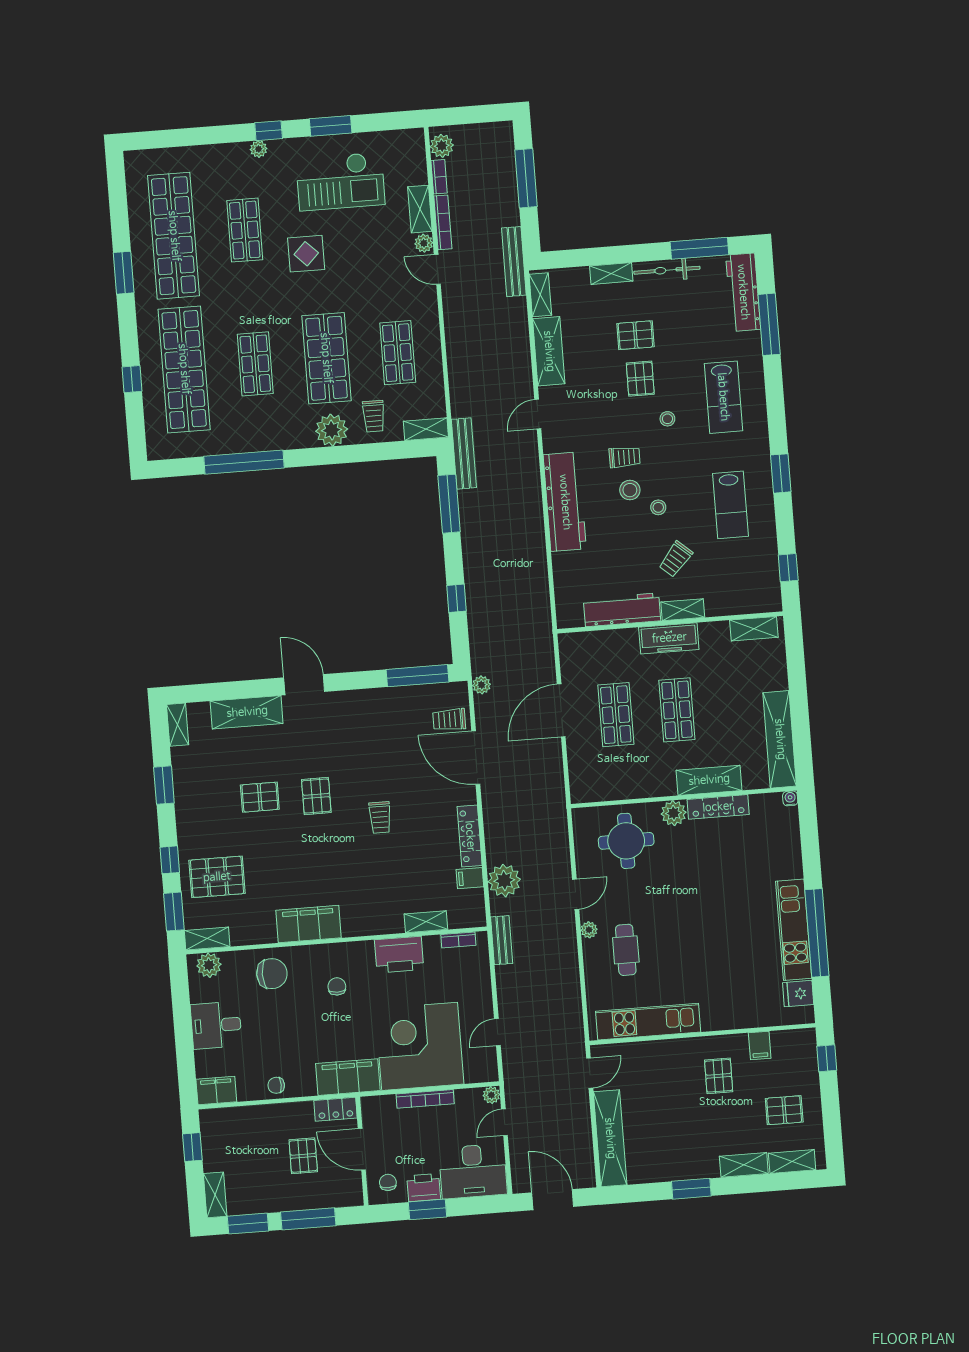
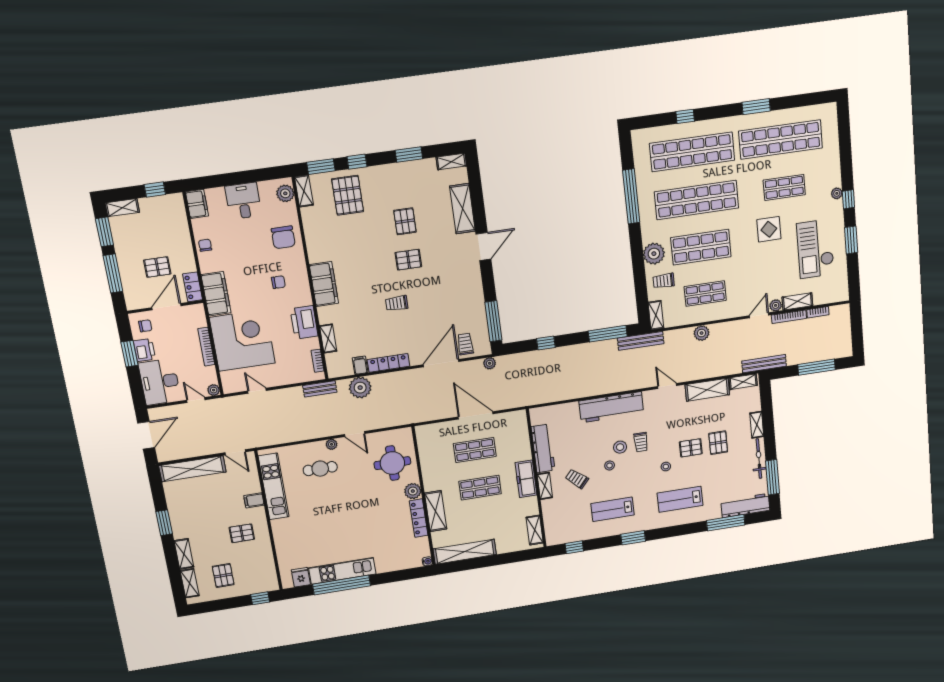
plant: (442, 146) -> (702, 333), moved
shop shelf: (255, 364) -> (697, 200), width x2.00, depth x1.36
filing cabinet: (309, 924) -> (324, 284), moved
filing cabinet: (760, 1046) -> (254, 500), moved

